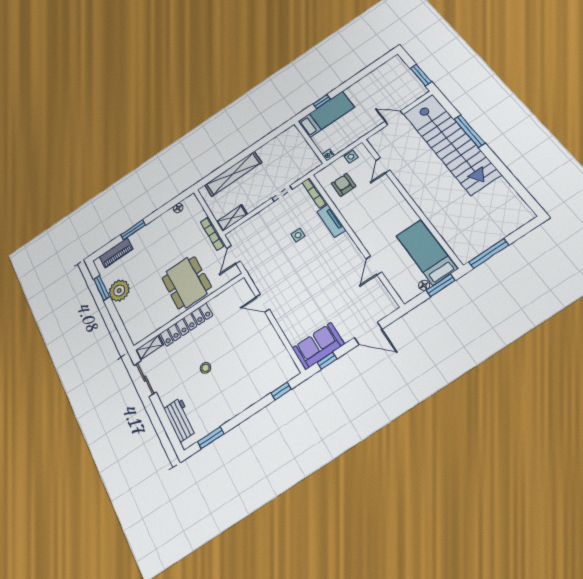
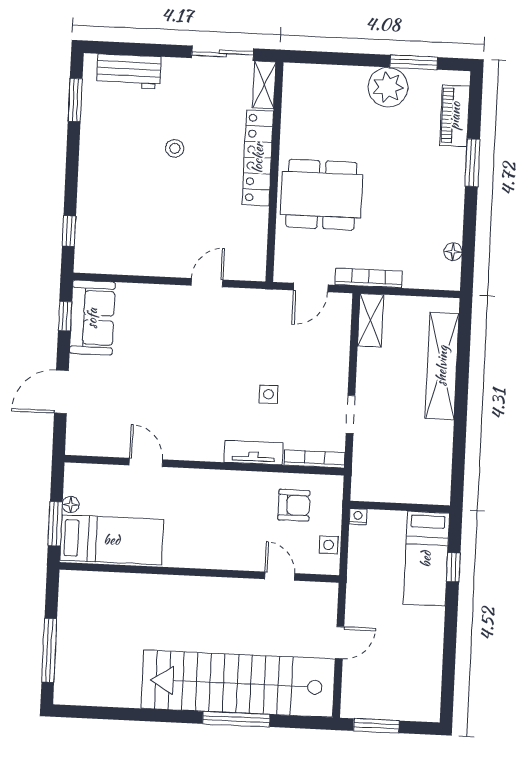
window: (489, 253) -> (49, 650), moved
door: (234, 255) -> (311, 288), swing flipped

